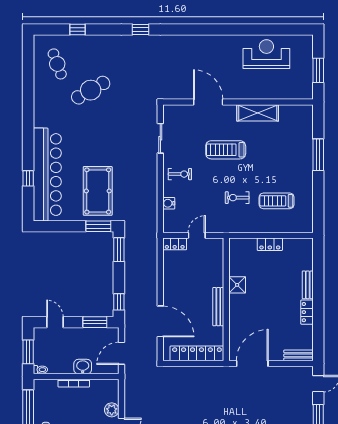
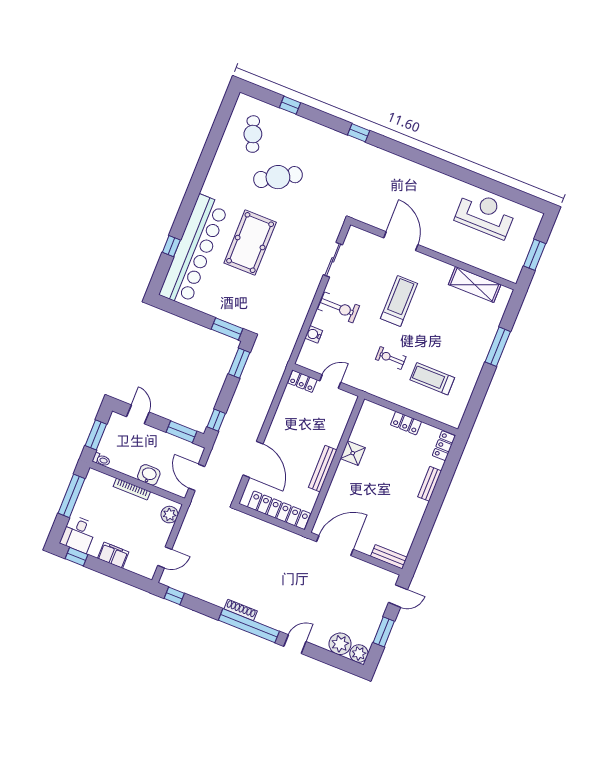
shelving: (258, 113) -> (475, 285), moved
treadmill: (226, 150) -> (399, 301), turned 90
exercise bike: (180, 174) -> (339, 307), width x1.38, depth x1.39
pool table: (98, 191) -> (250, 243), moved
locker: (307, 312) -> (444, 446), moved
door: (121, 353) -> (197, 477), hinge flipped
plant: (112, 410) -> (169, 515), moved

